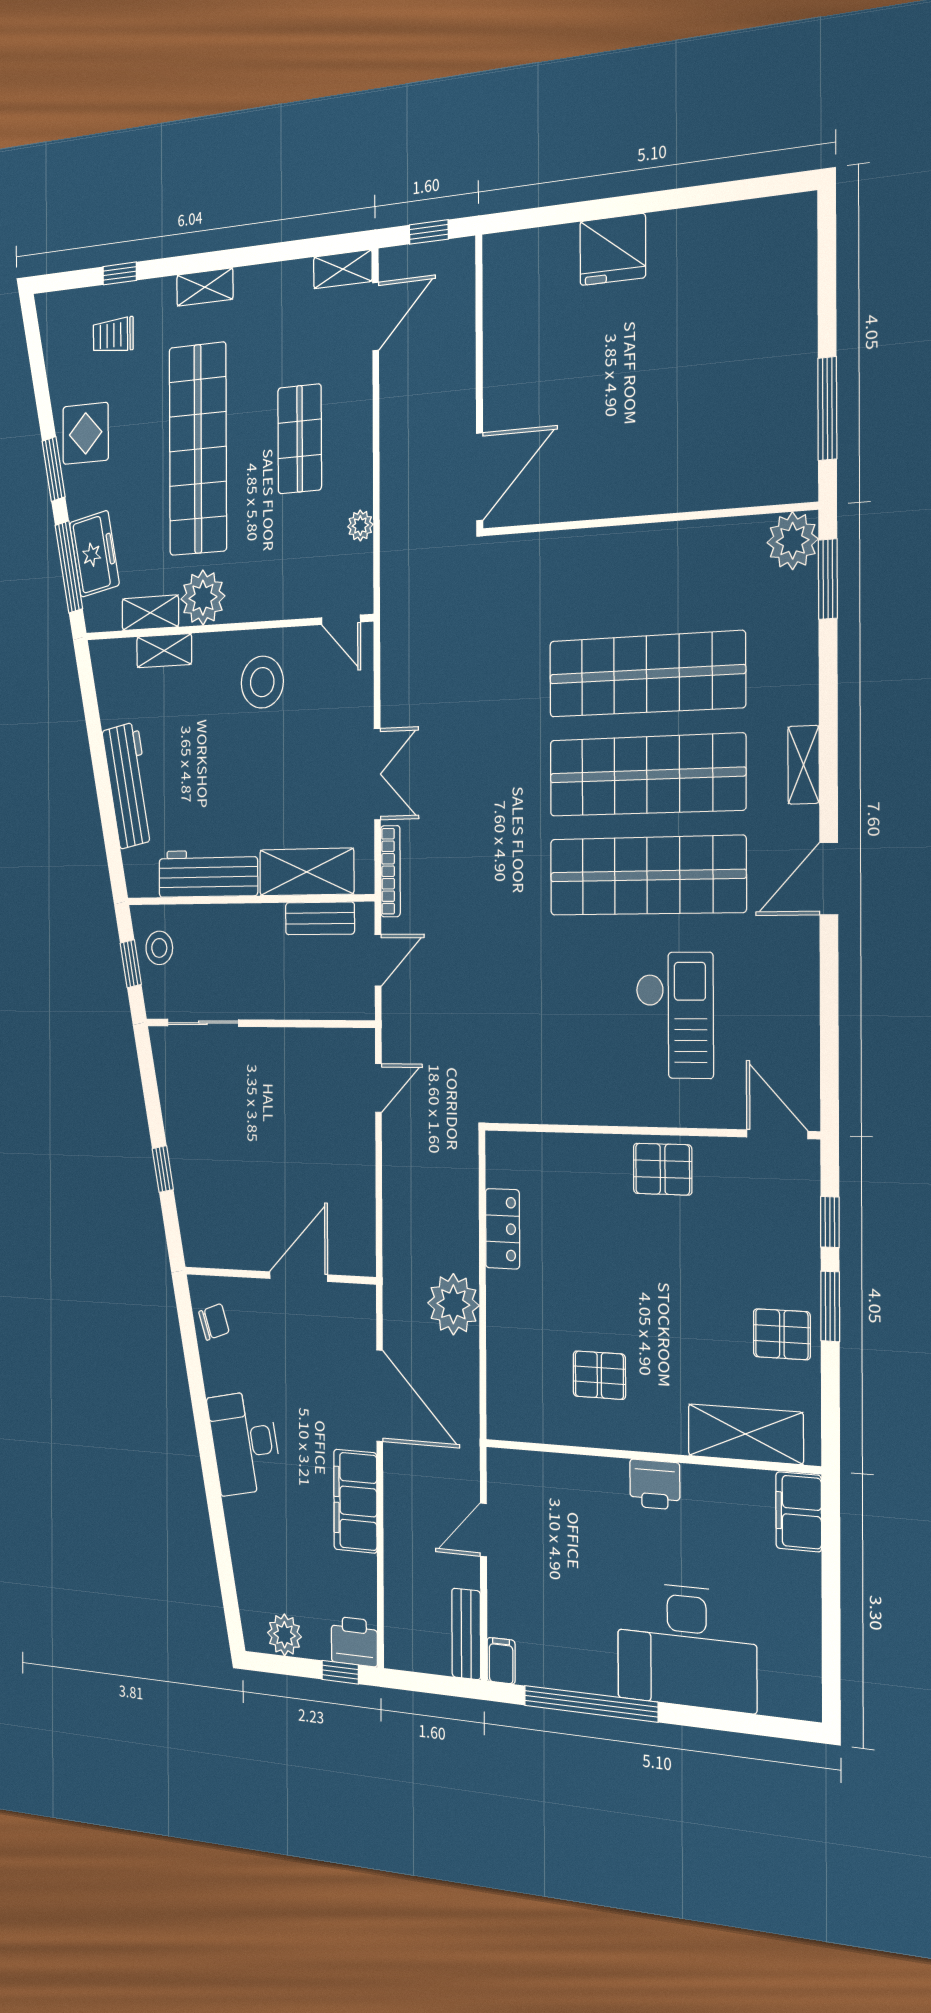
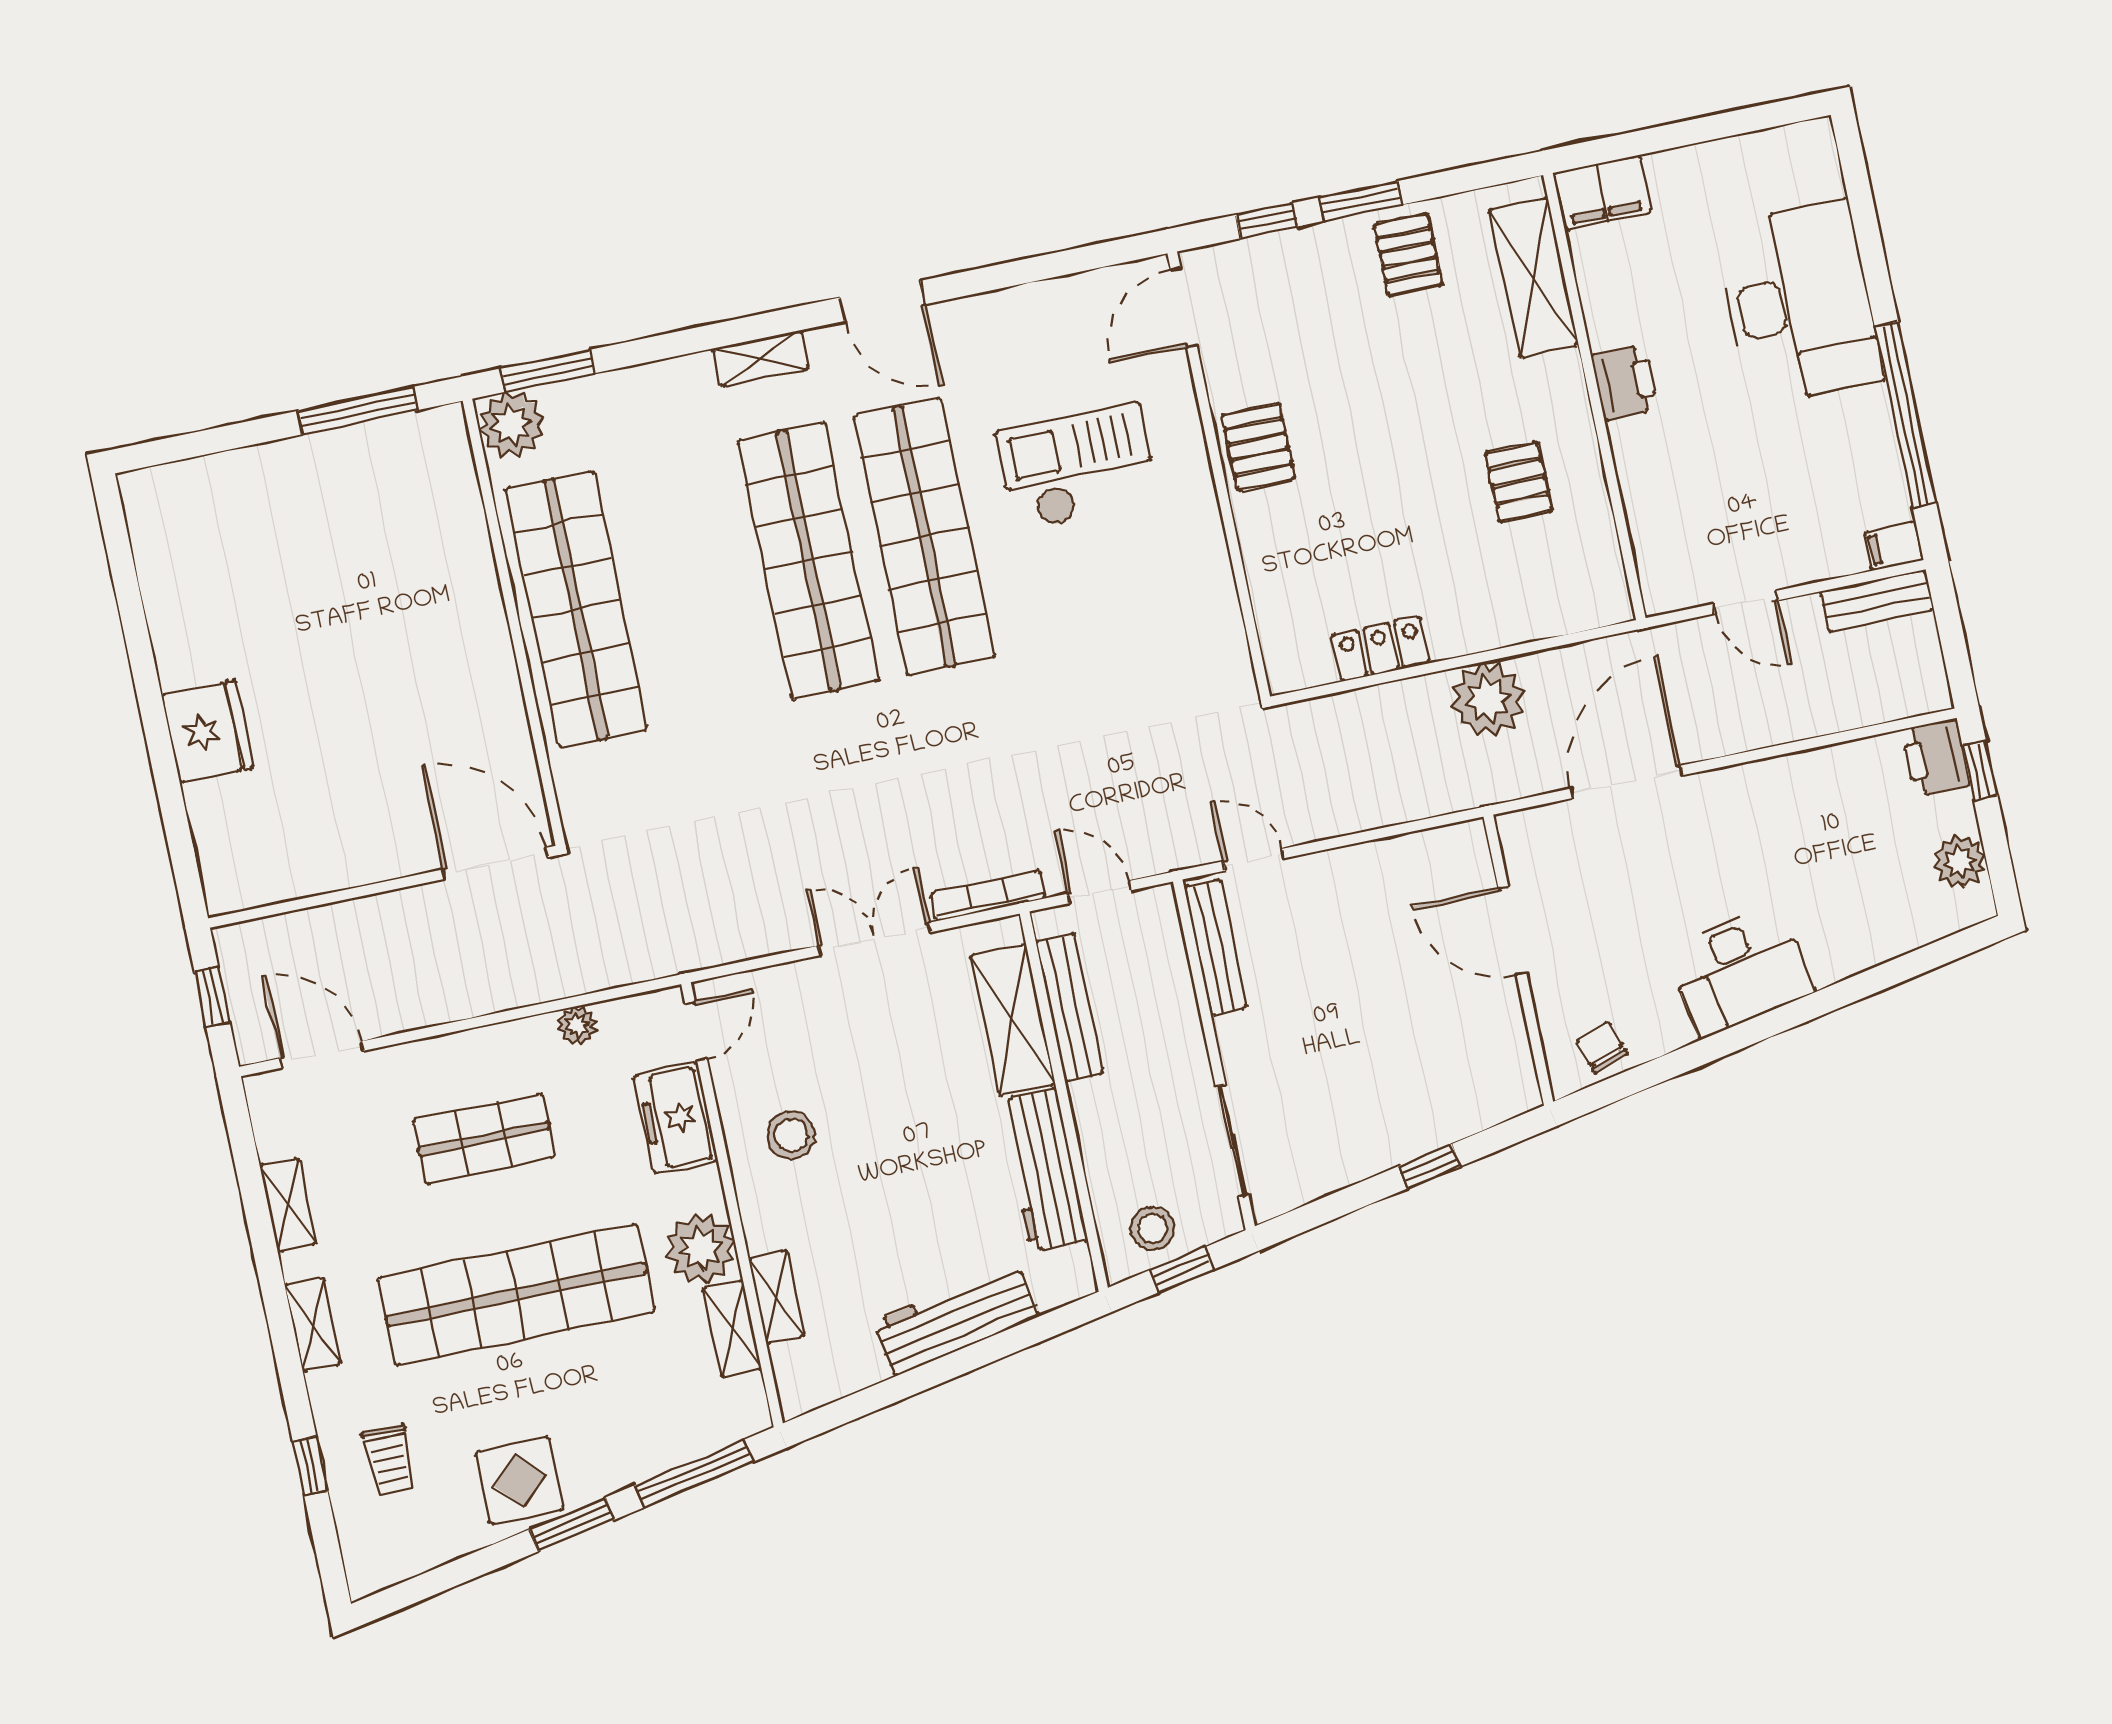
shelving: (343, 269) -> (288, 1205), moved
freezer: (94, 554) -> (676, 1118), moved, turned -79
shop shelf: (646, 674) -> (576, 609), moved
stool: (262, 682) -> (791, 1135), width x0.73, depth x0.73
bench: (320, 918) -> (1070, 1007), width x1.36
bench: (327, 1042) -> (1215, 947), added
filing cabinet: (355, 1501) -> (1764, 791), removed

